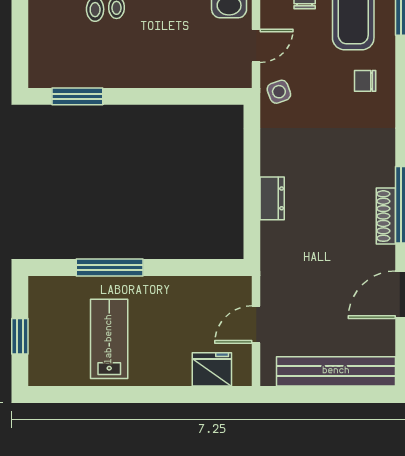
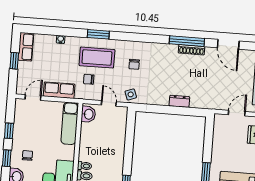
chair: (365, 81) -> (134, 64), moved
door: (256, 325) -> (237, 113), swing flipped

